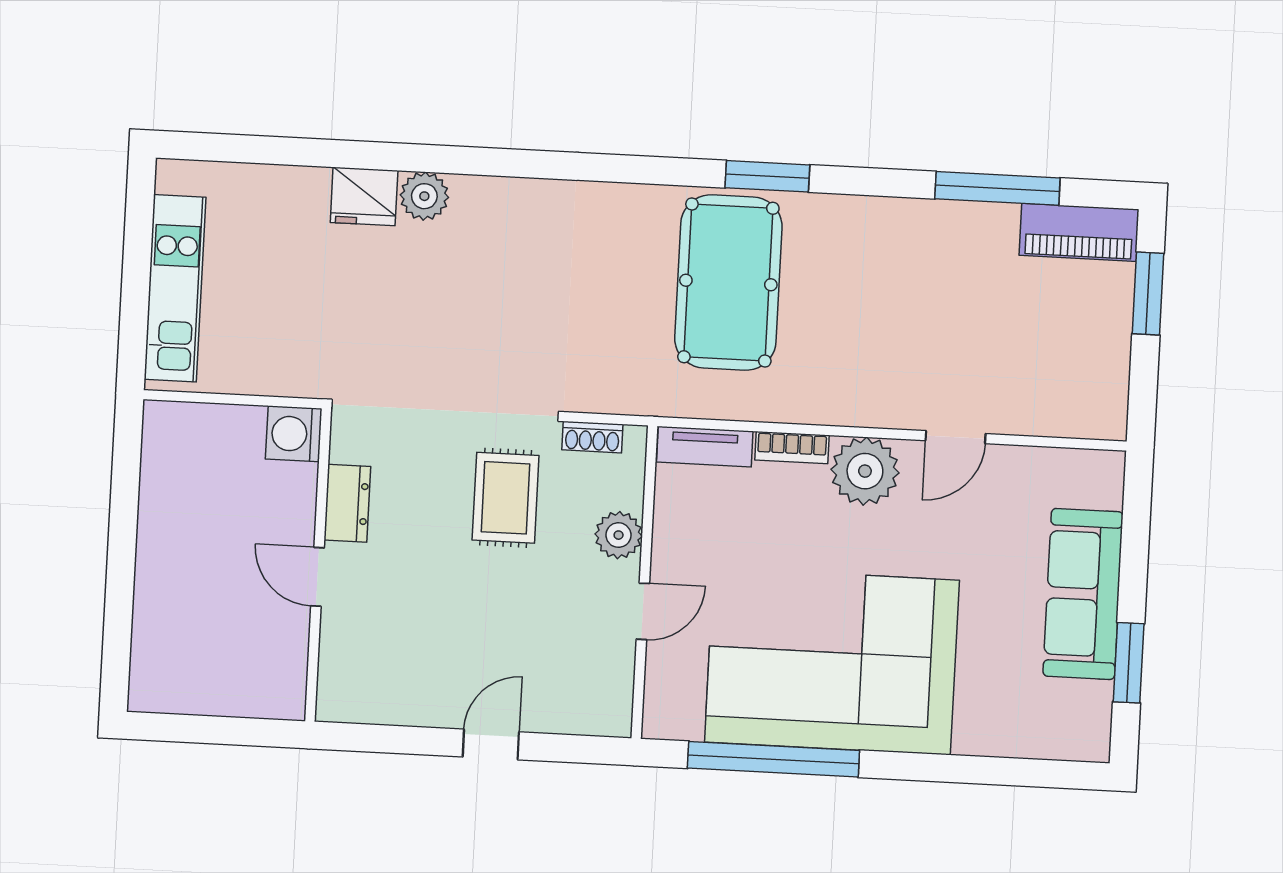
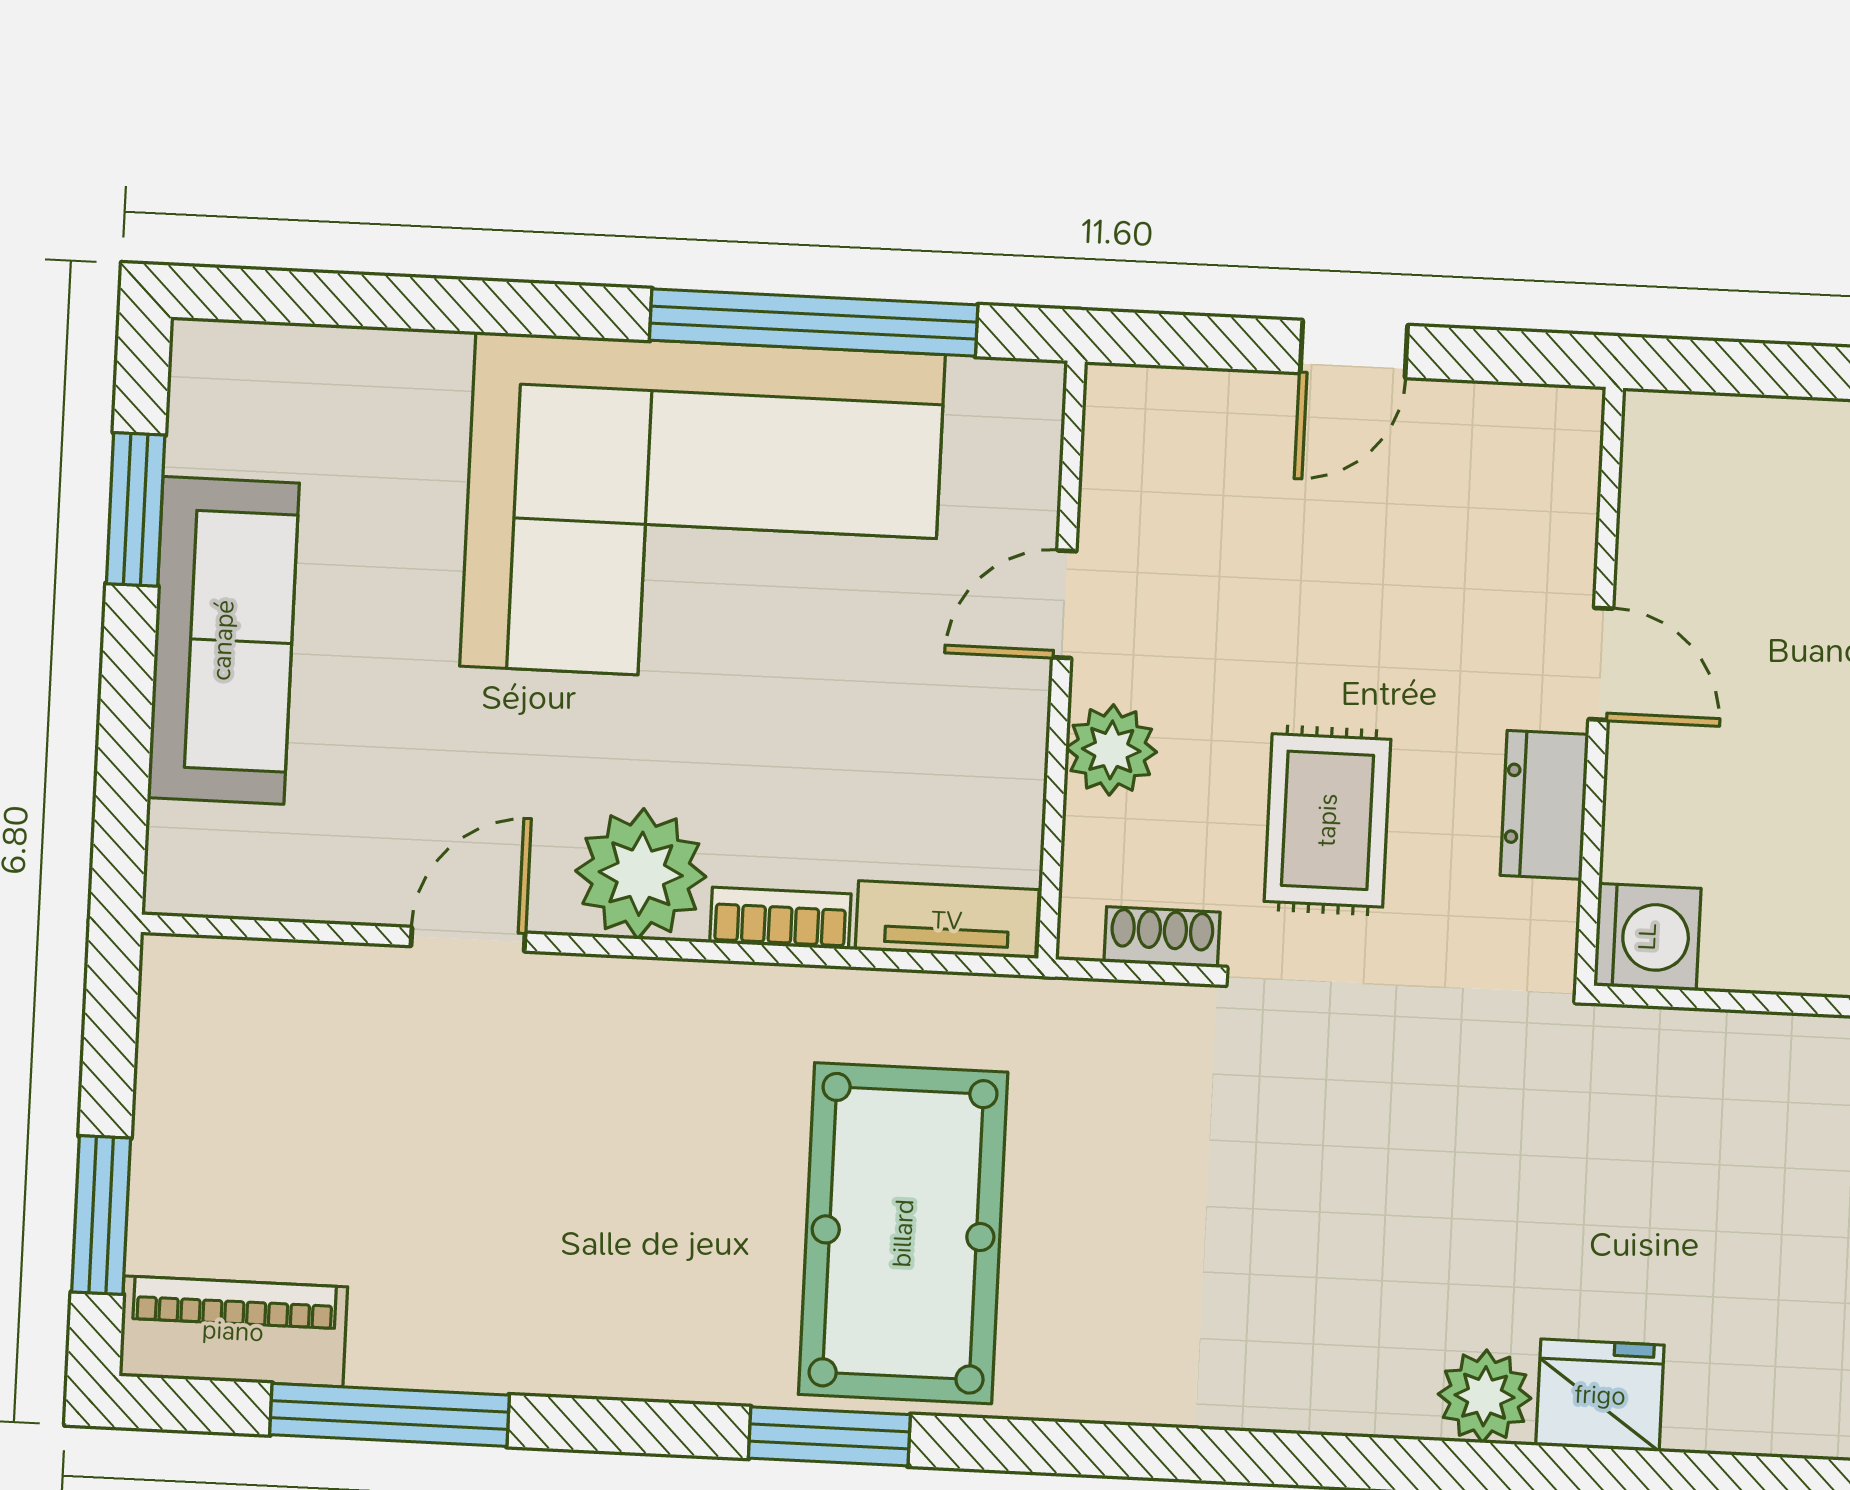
washing machine: (294, 434) -> (1647, 937), moved
dresser: (347, 503) -> (1544, 805), moved
wall: (318, 565) -> (1600, 686), moved
door: (318, 577) -> (1601, 664), moved

